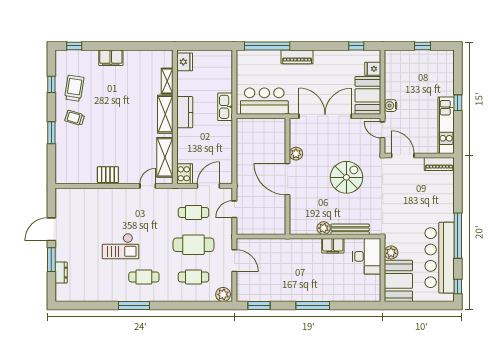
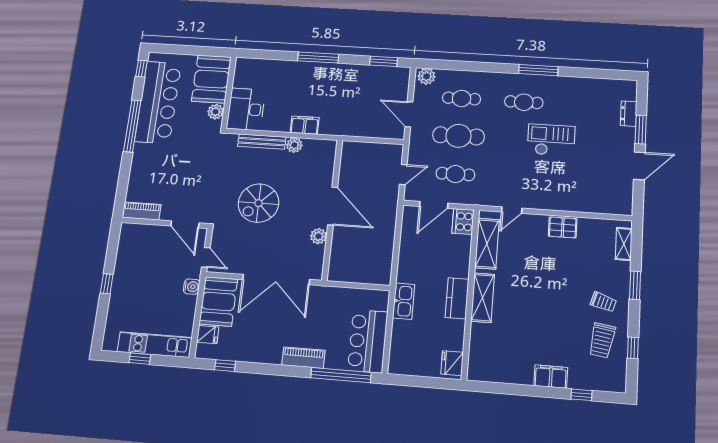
window: (74, 46) -> (582, 395), moved
shelving: (167, 81) -> (624, 244), moved
bar counter: (264, 101) -> (368, 341), moved, turned 90
kitchen unit: (446, 125) -> (155, 345), moved, turned -90
filing cabinet: (333, 246) -> (305, 125), moved

